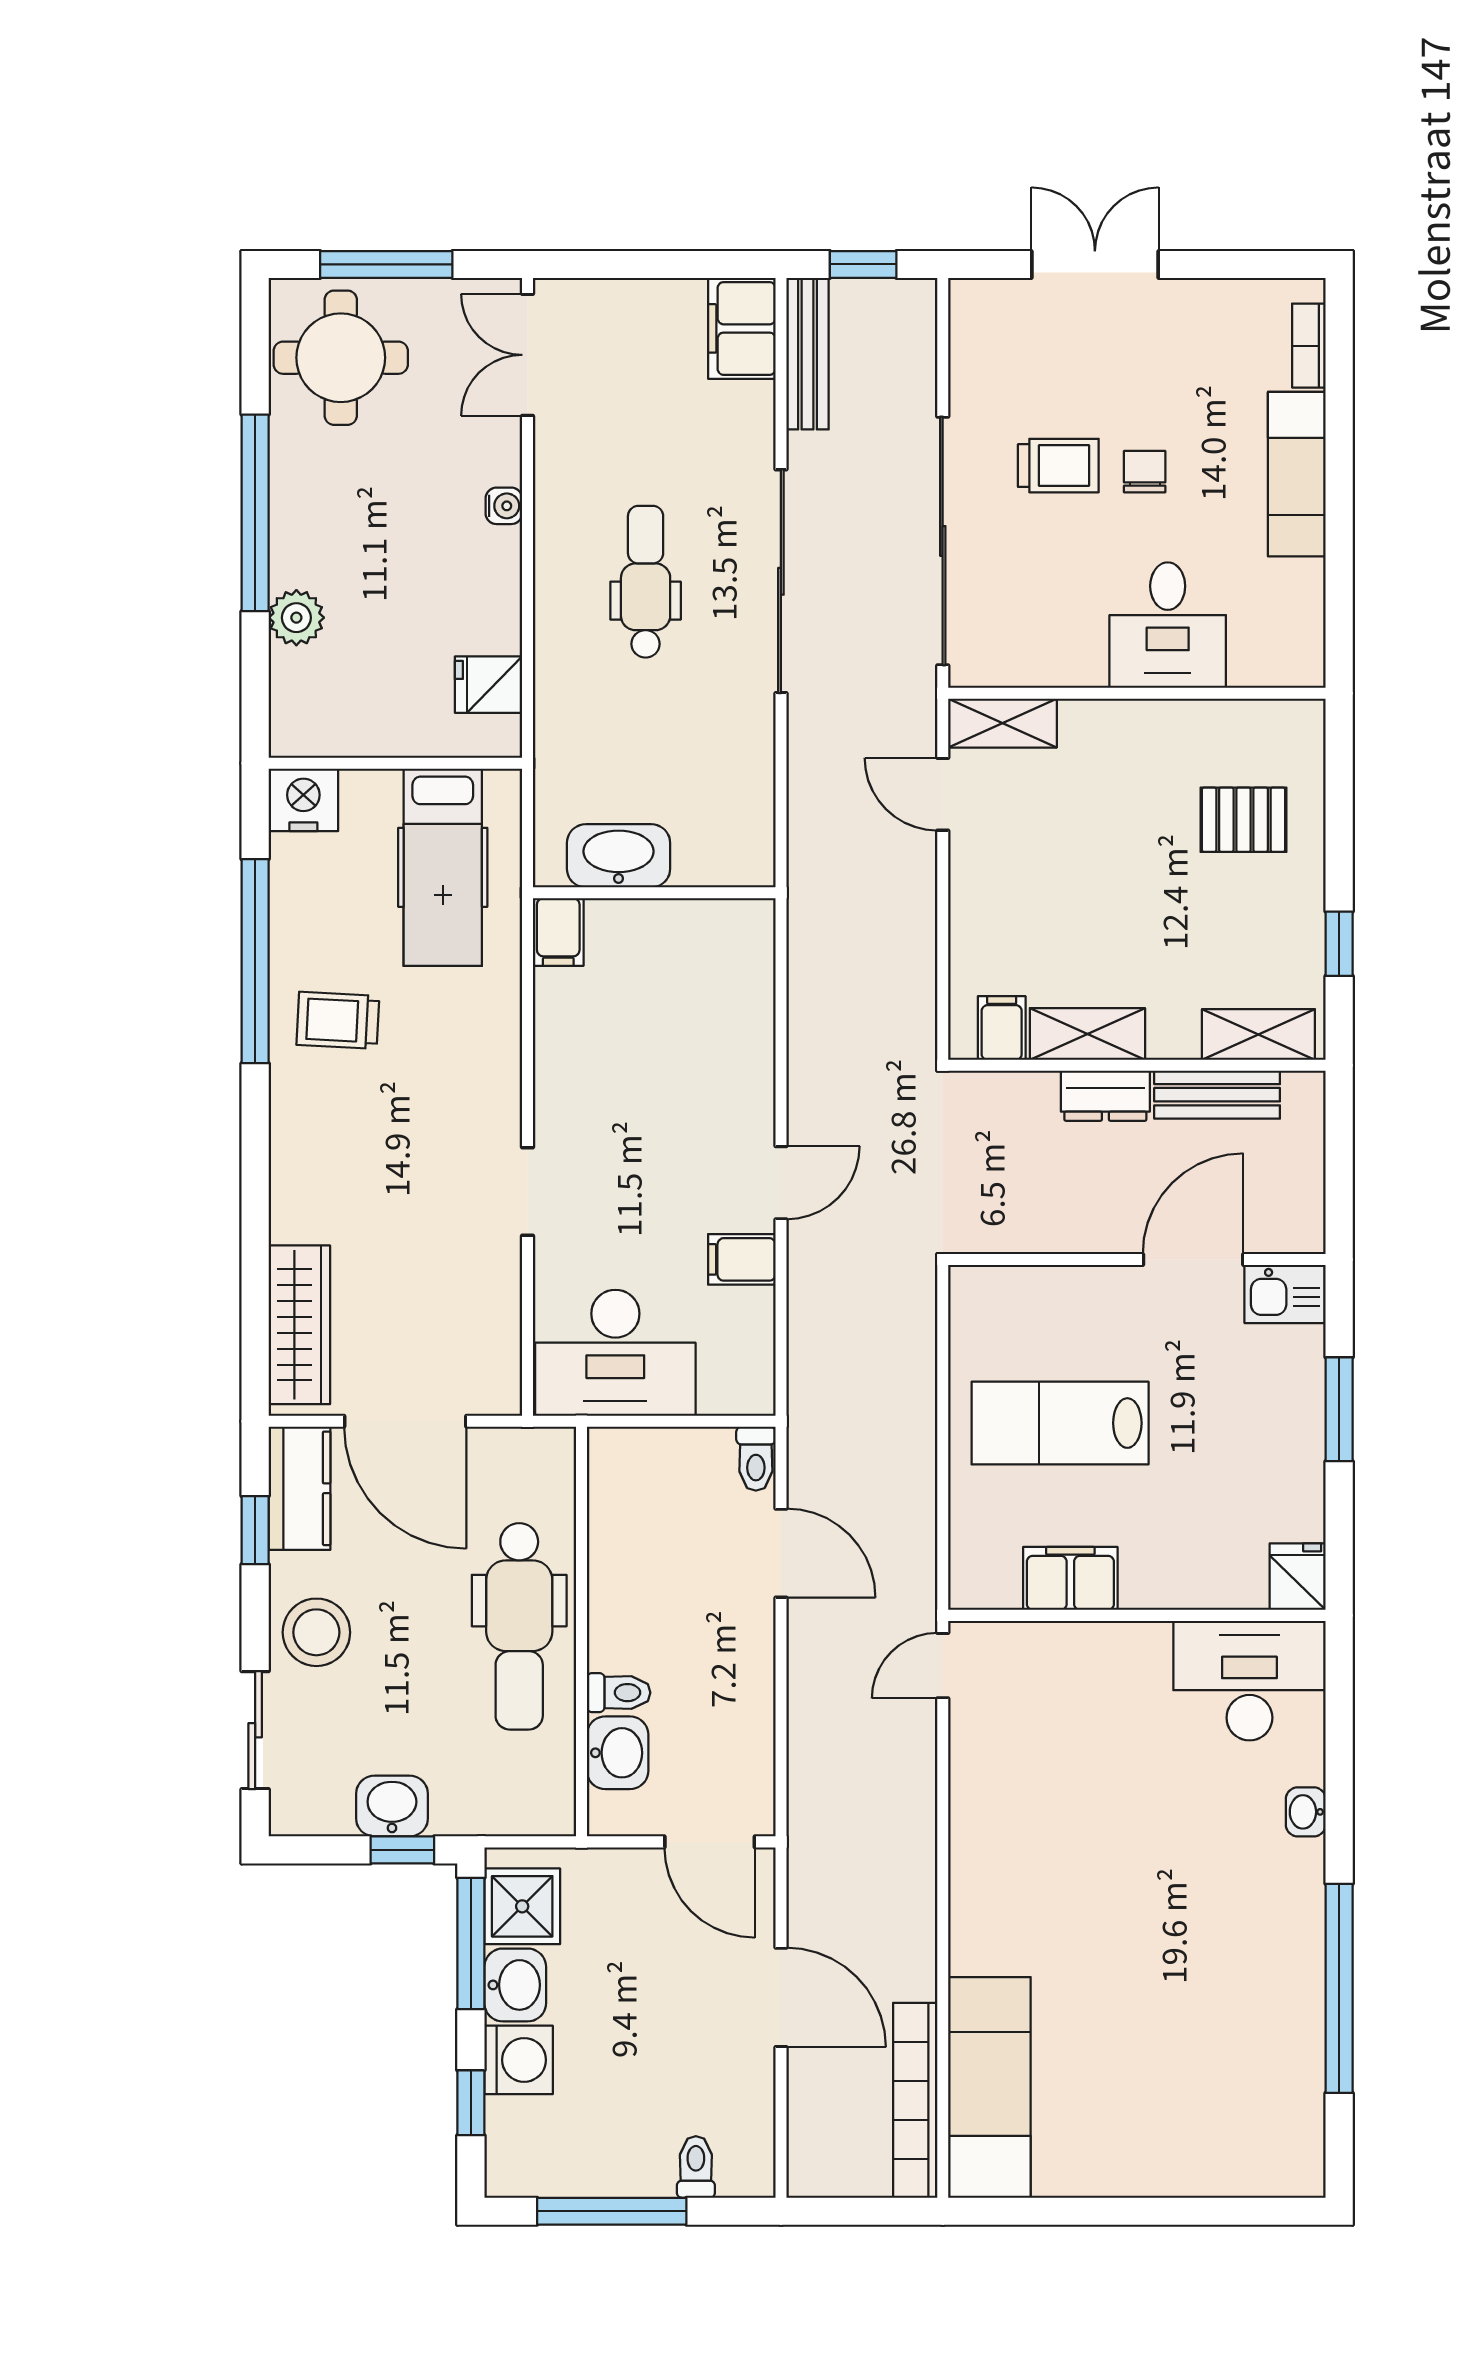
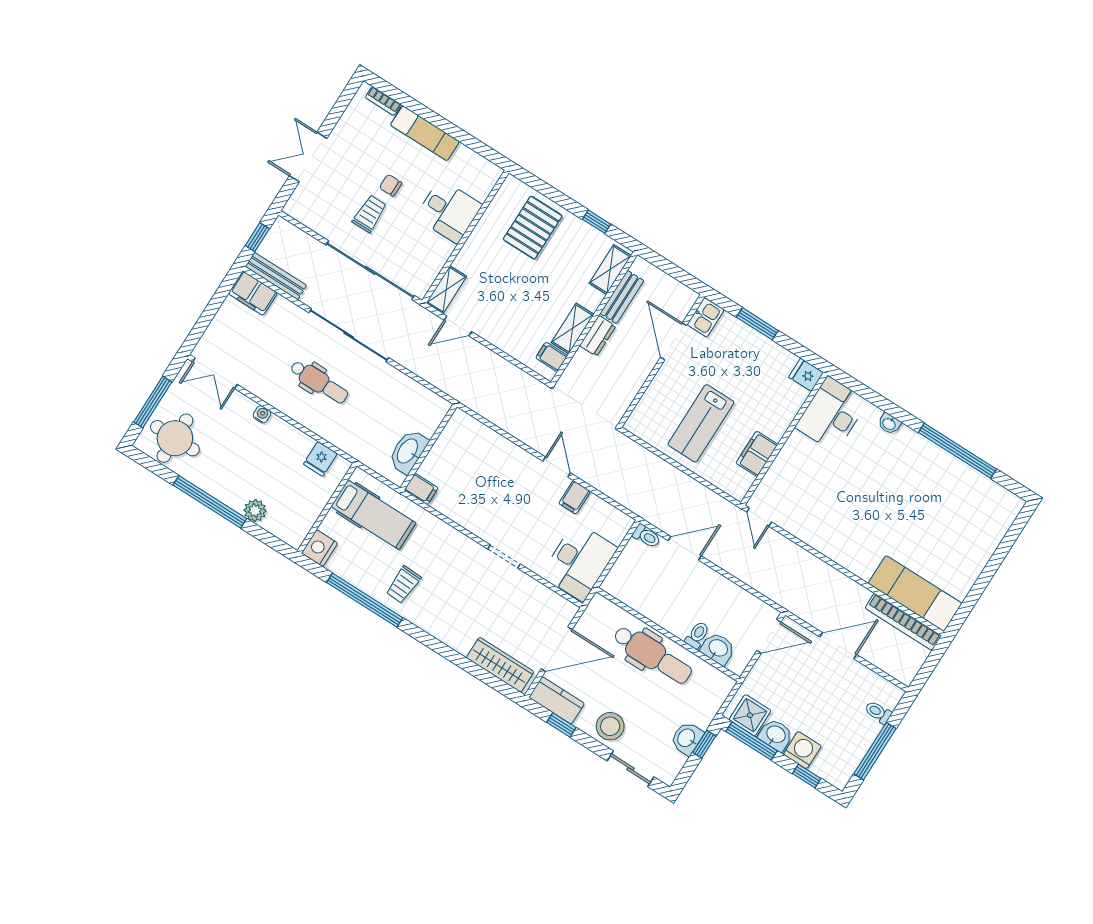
dental chair: (646, 582) -> (319, 382), turned 180
pallet: (1243, 820) -> (533, 228), width x1.50, depth x1.42

